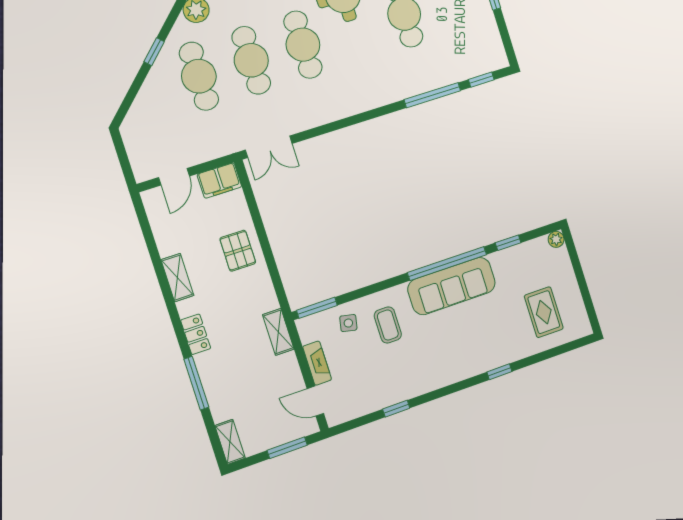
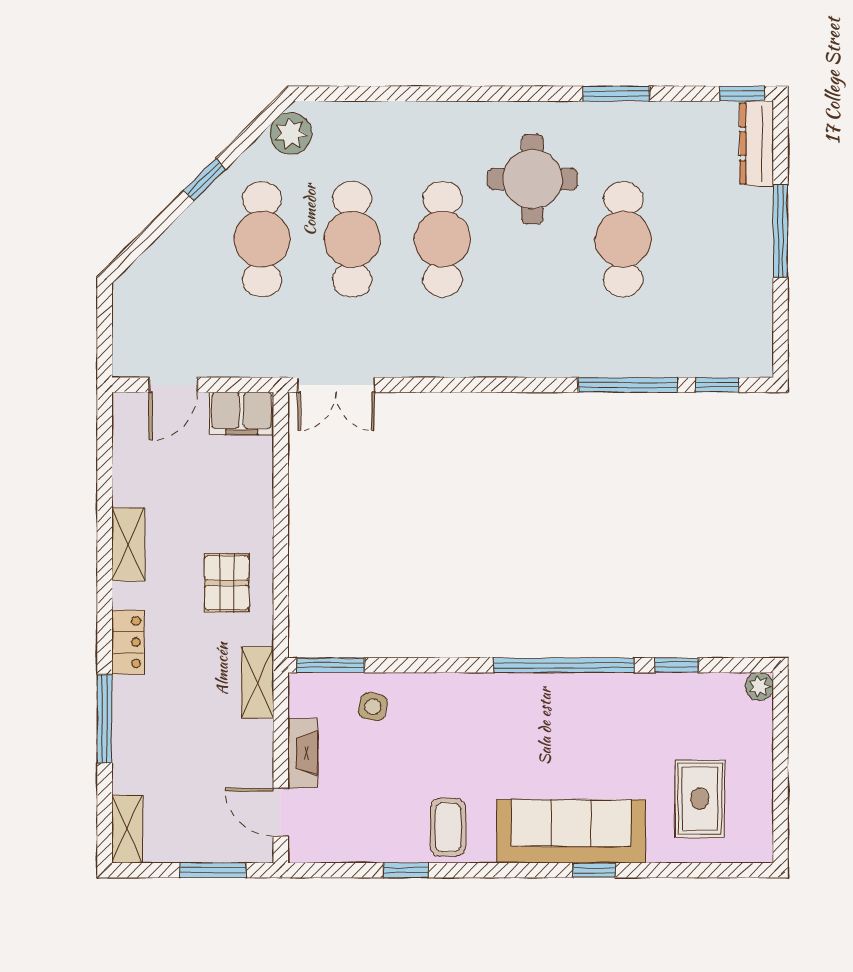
pallet: (238, 251) -> (227, 583), moved
sofa: (452, 286) -> (571, 831), moved, turned 180
coffee table: (388, 325) -> (448, 827), moved

